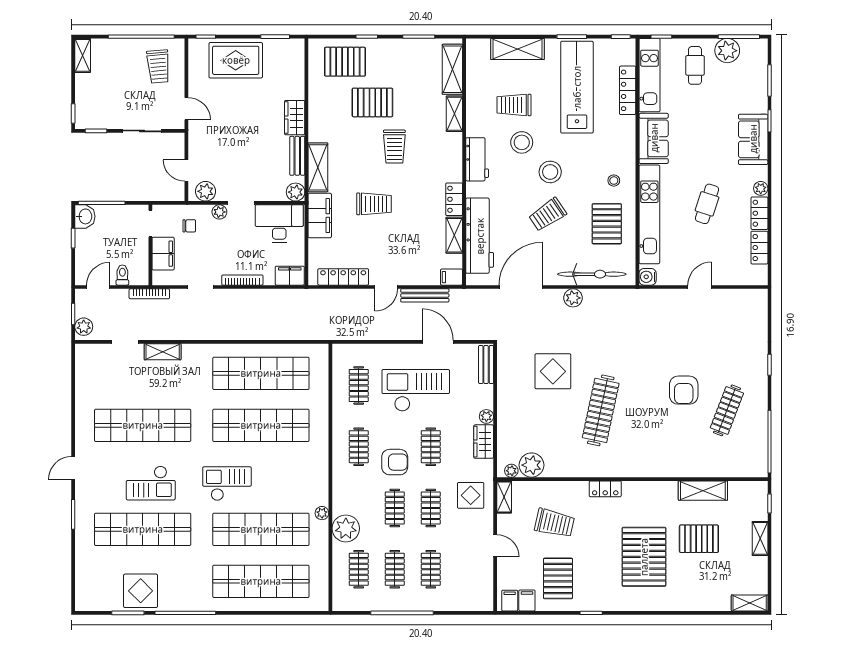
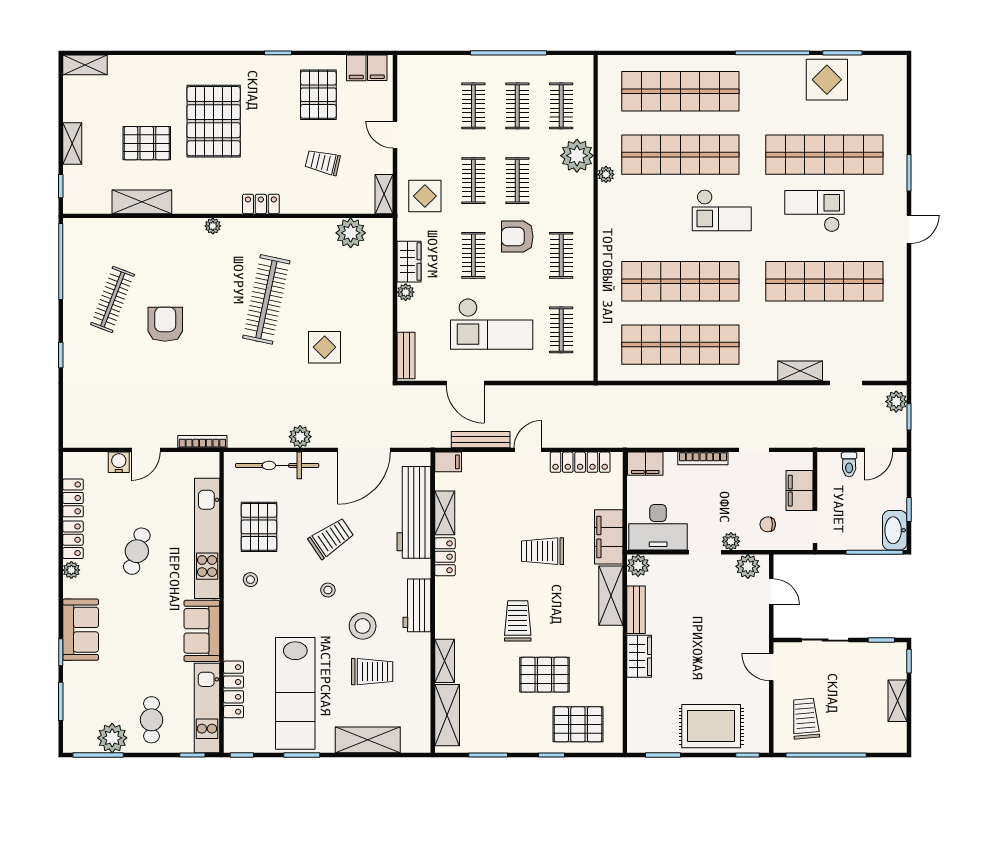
shelving: (83, 55) -> (898, 701), moved
stool: (550, 172) -> (328, 590), width x0.53, depth x0.53
washbasin: (85, 216) -> (895, 530), width x1.38
water cooler: (648, 277) -> (119, 462), moved, turned -90
bookcase: (149, 294) -> (202, 442), moved
display table: (553, 371) -> (325, 347), width x0.73, depth x0.73
plant: (511, 471) -> (213, 226), moved
trolley: (554, 523) -> (323, 162), width x0.73, depth x0.72

